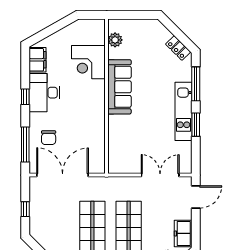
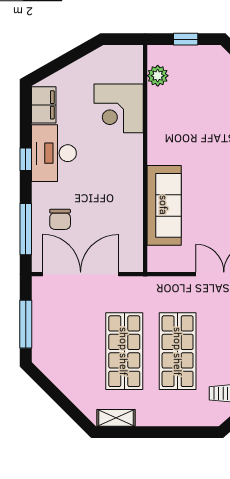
window: (134, 15) -> (186, 39), added
sofa: (119, 87) -> (164, 205), moved
window: (25, 209) -> (26, 324), width x2.17

